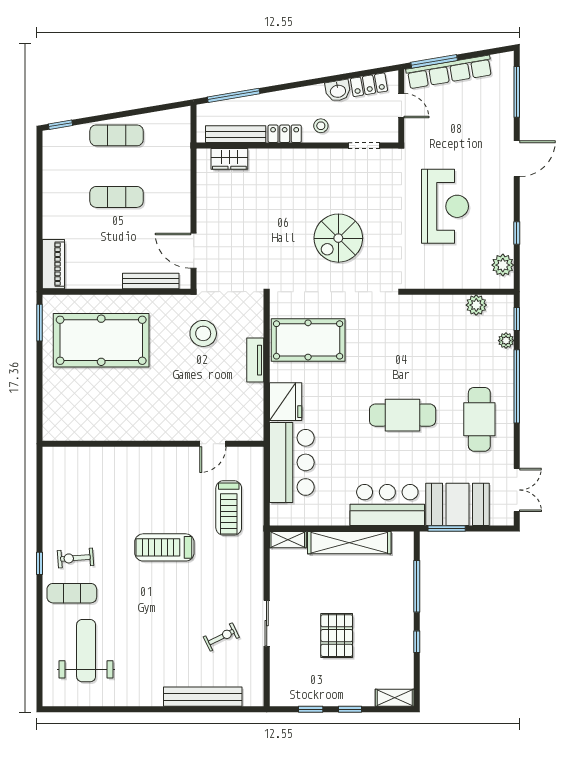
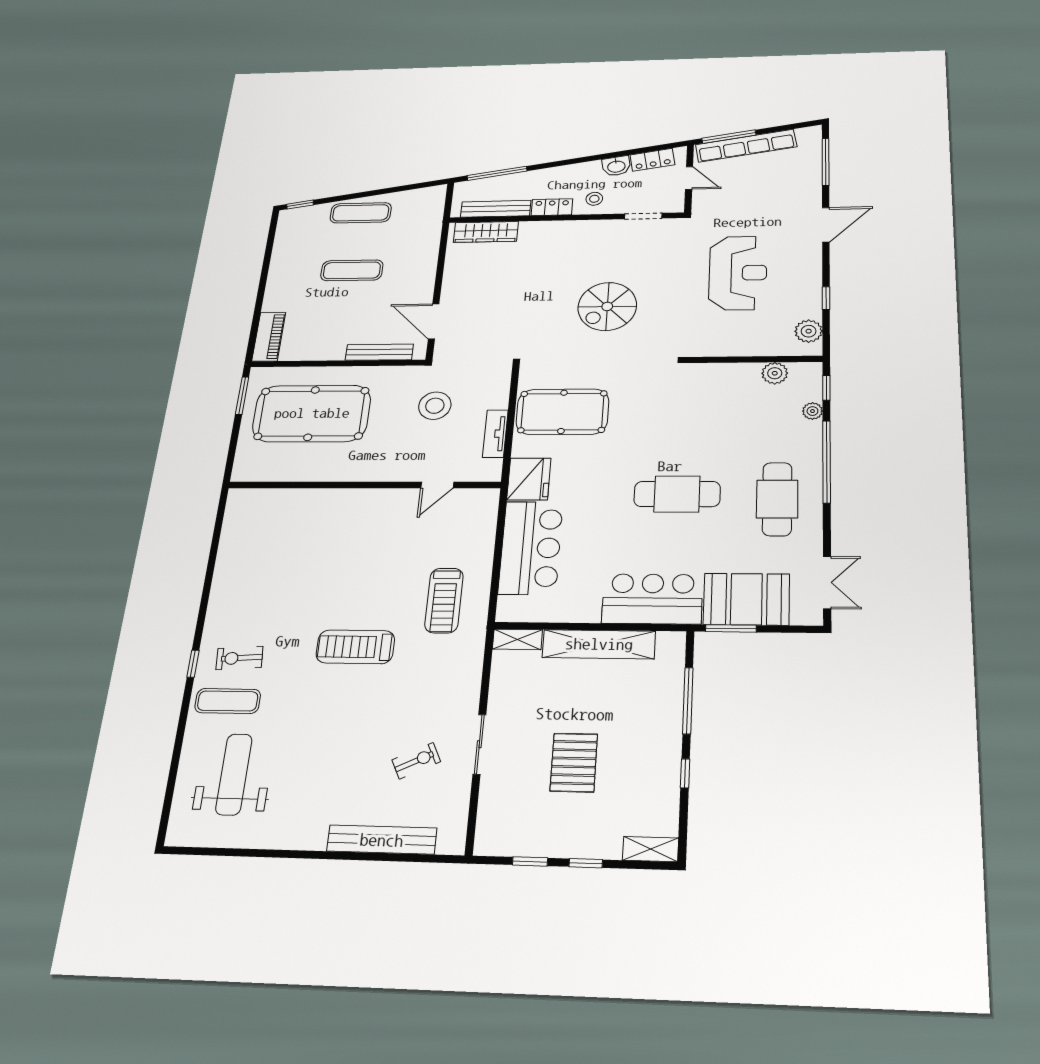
wardrobe: (229, 159) -> (486, 232), width x1.50
wall: (153, 444) -> (363, 485), moved
door: (213, 444) -> (437, 485), moved

